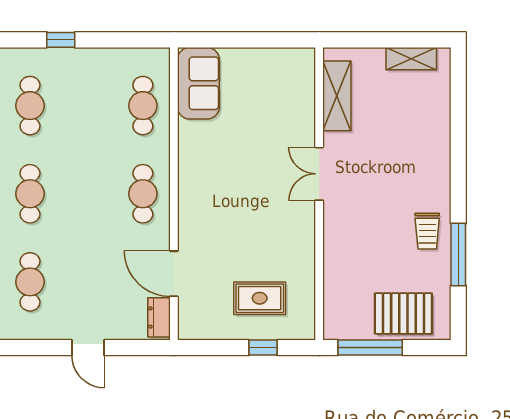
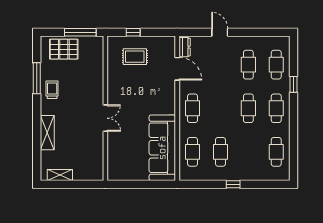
sofa: (198, 83) -> (162, 148), width x1.85, depth x1.27
shelving: (337, 96) -> (47, 133), moved
cafe table: (30, 106) -> (220, 152), moved

